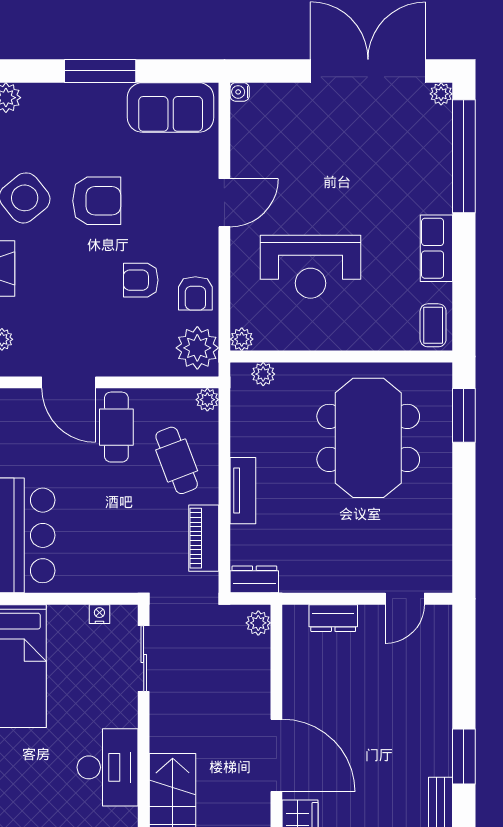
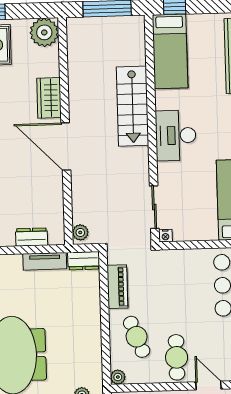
door: (69, 382) -> (208, 386), width x0.73
tv unit: (243, 491) -> (45, 261), moved, turned -90
nightstand: (99, 614) -> (165, 236), moved

